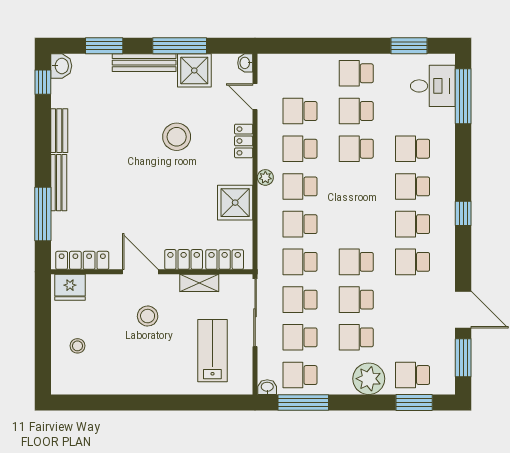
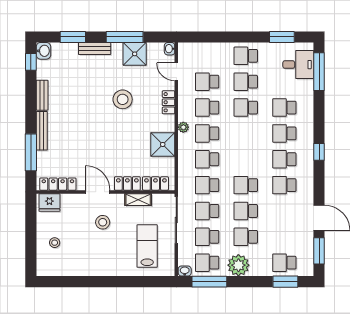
bench: (144, 63) -> (95, 49), width x0.73
plant: (369, 379) -> (238, 265), moved

